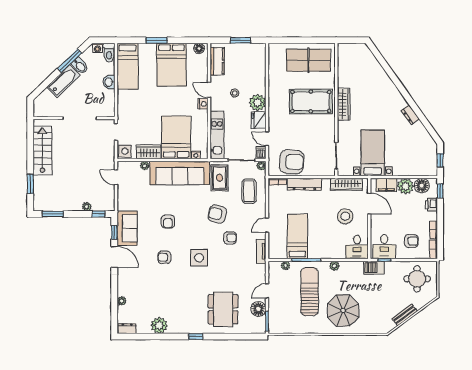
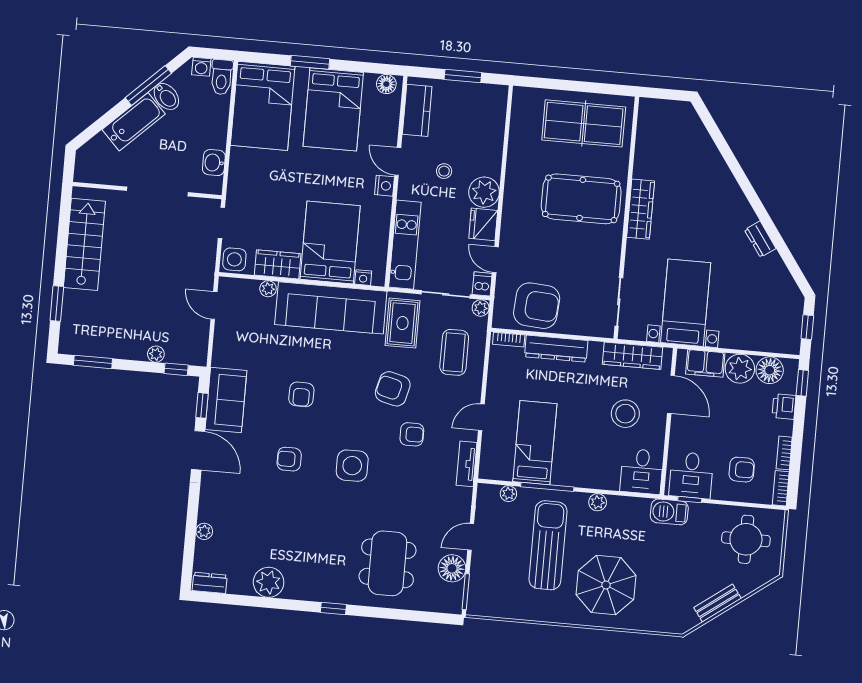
bed: (128, 66) -> (263, 106), width x1.50
washbasin: (109, 82) -> (214, 163), moved

